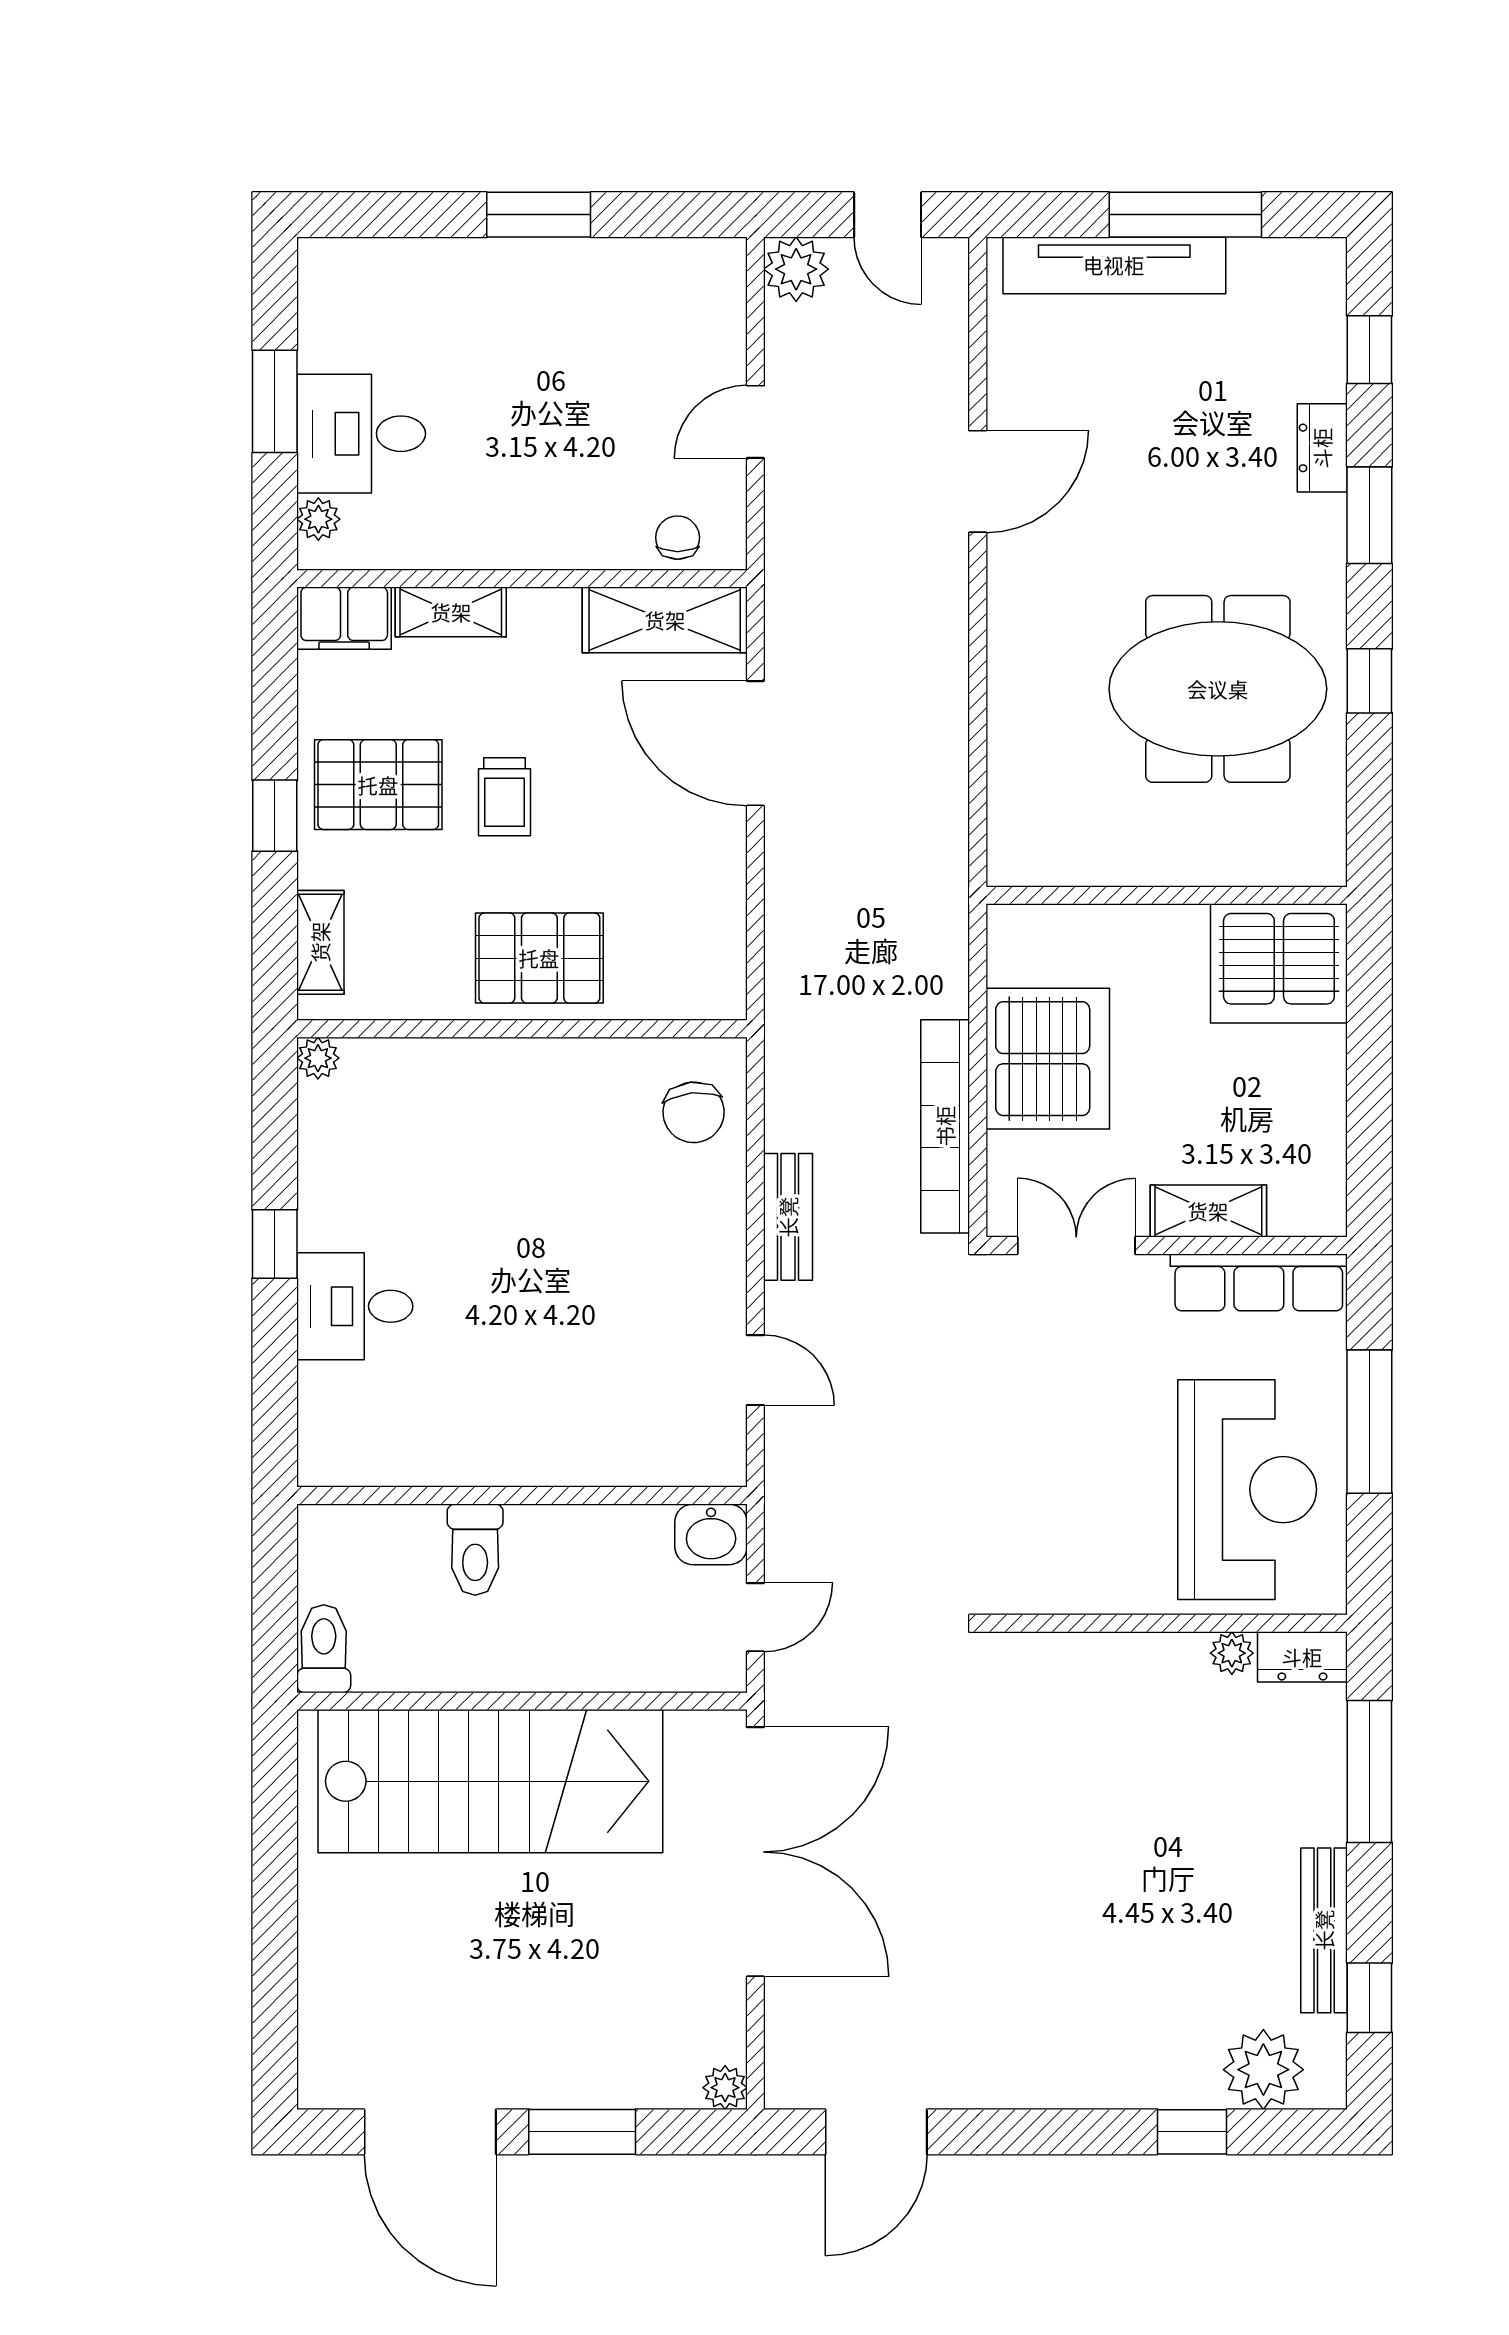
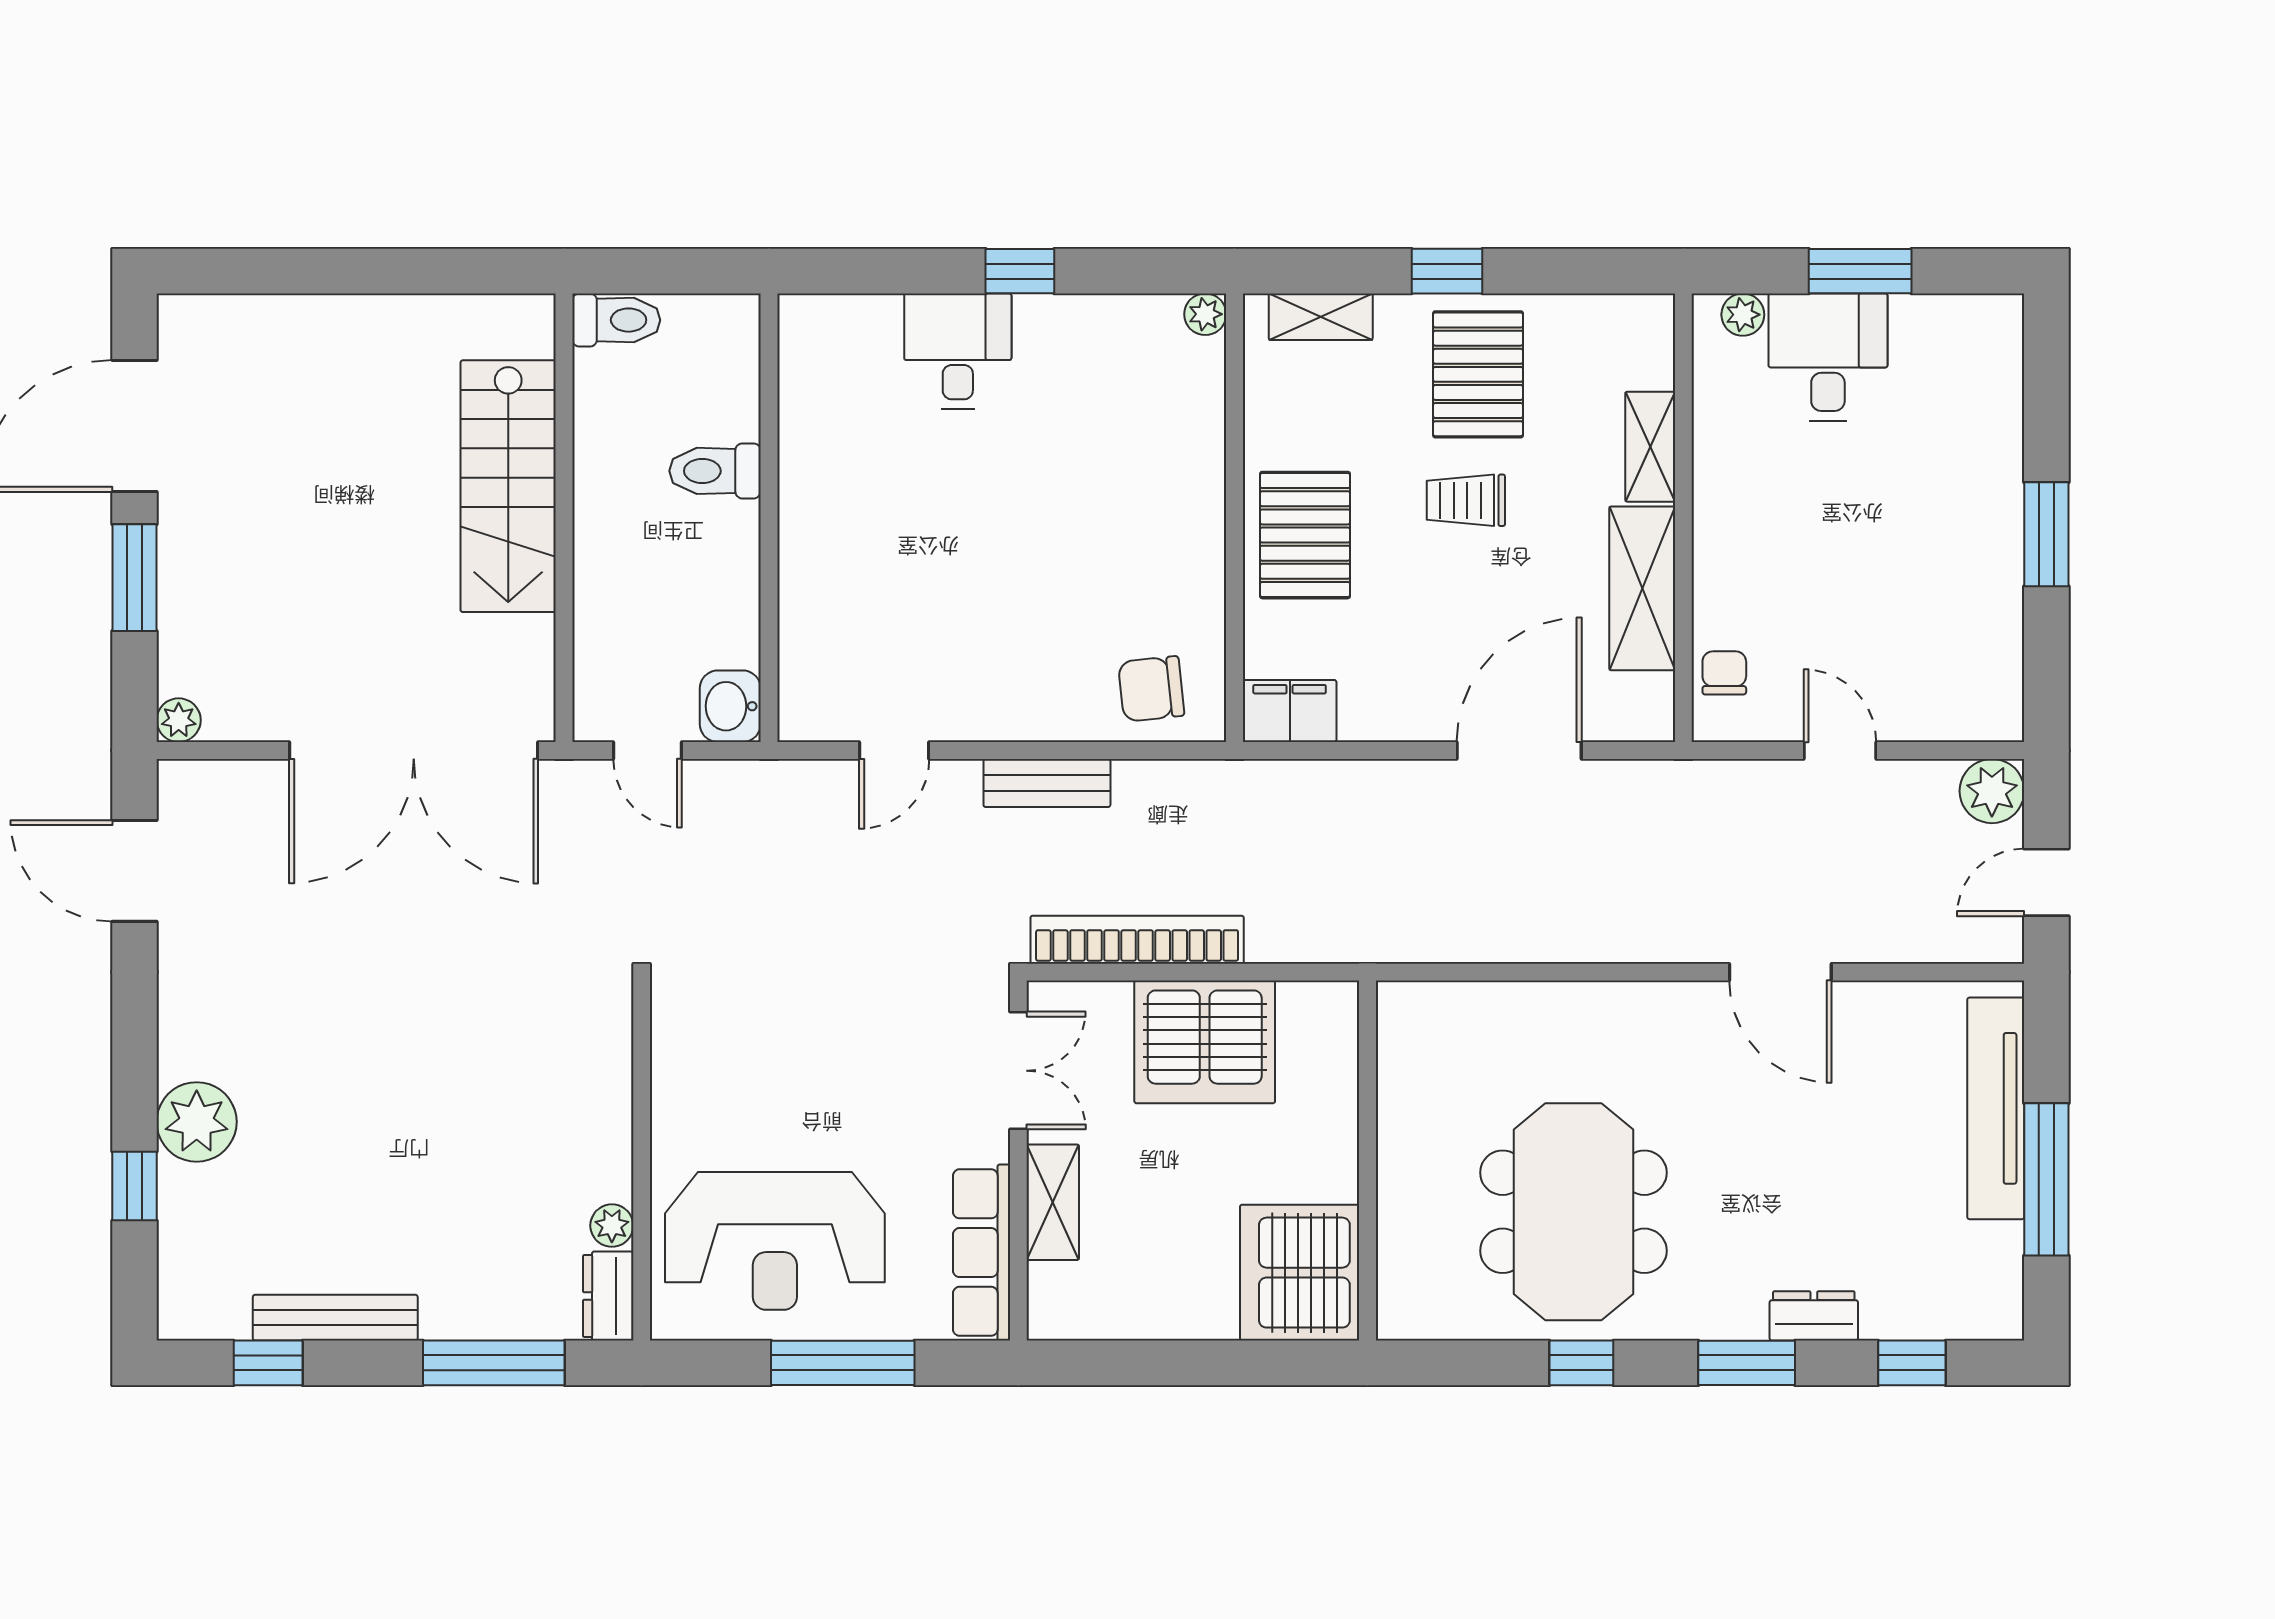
chair: (678, 538) -> (1724, 673), turned -90
filing cabinet: (344, 618) -> (1290, 711), moved, turned 90
shelving: (665, 620) -> (1642, 588), moved
stairs: (490, 1781) -> (508, 486), width x0.73, depth x0.66
plant: (1263, 2070) -> (197, 1122), moved

